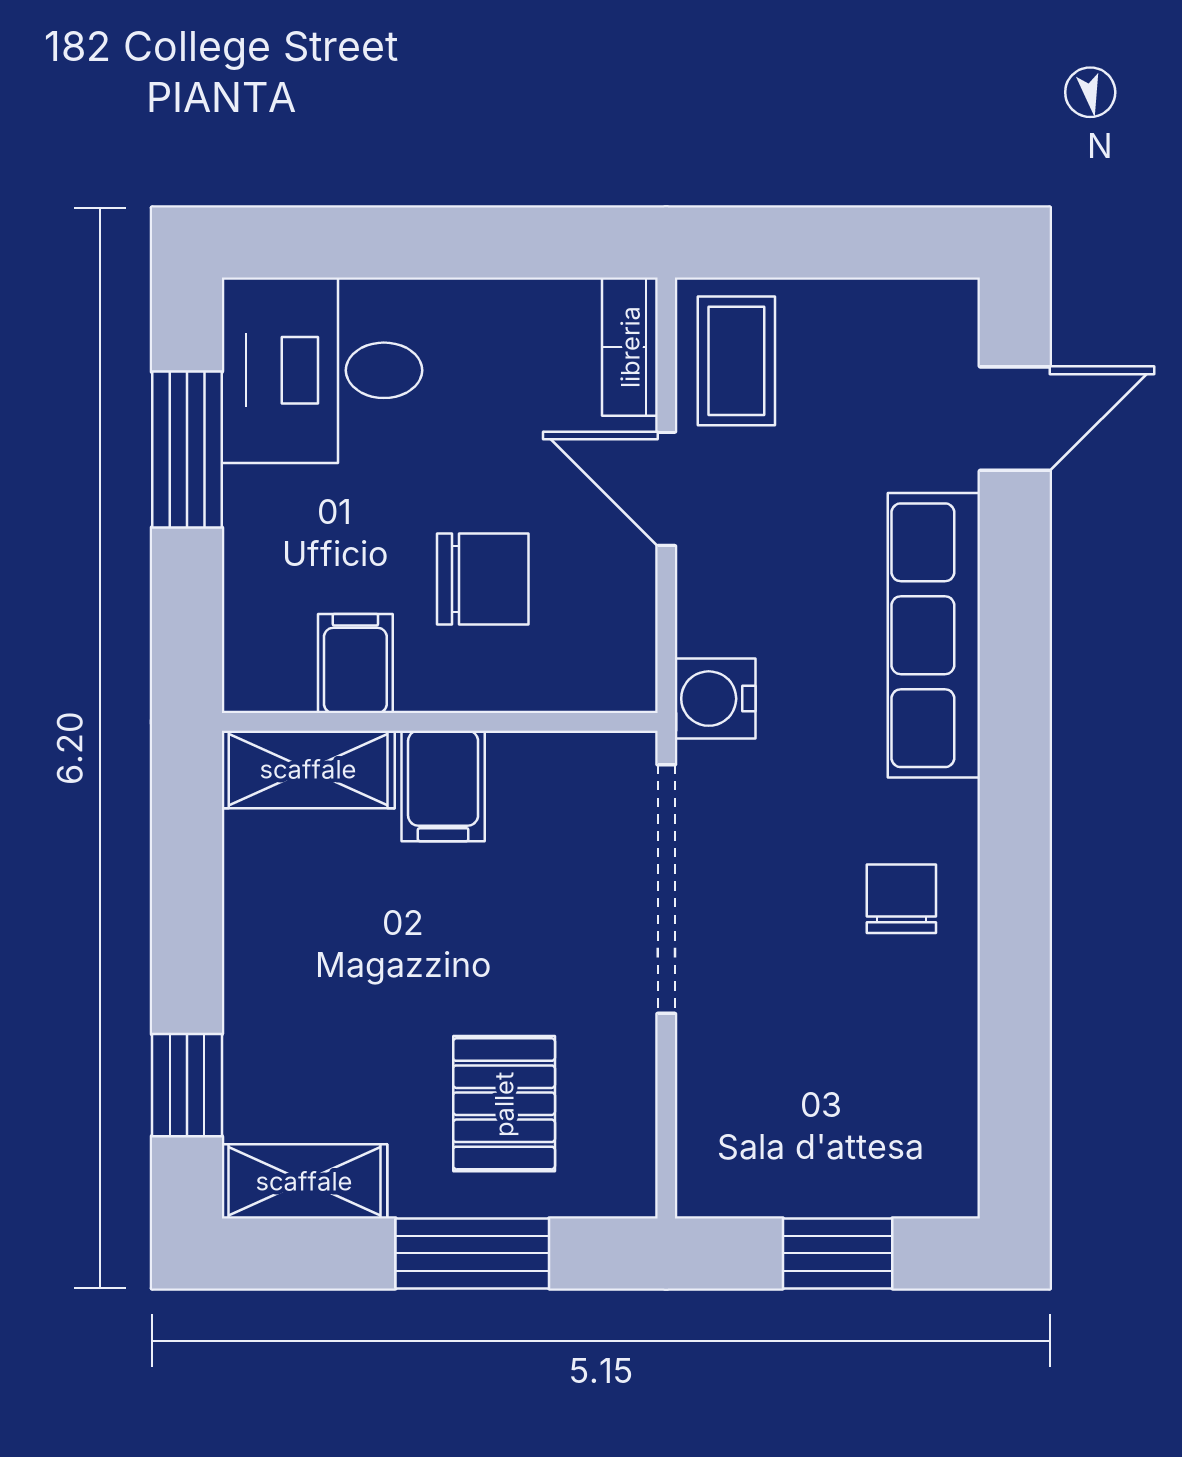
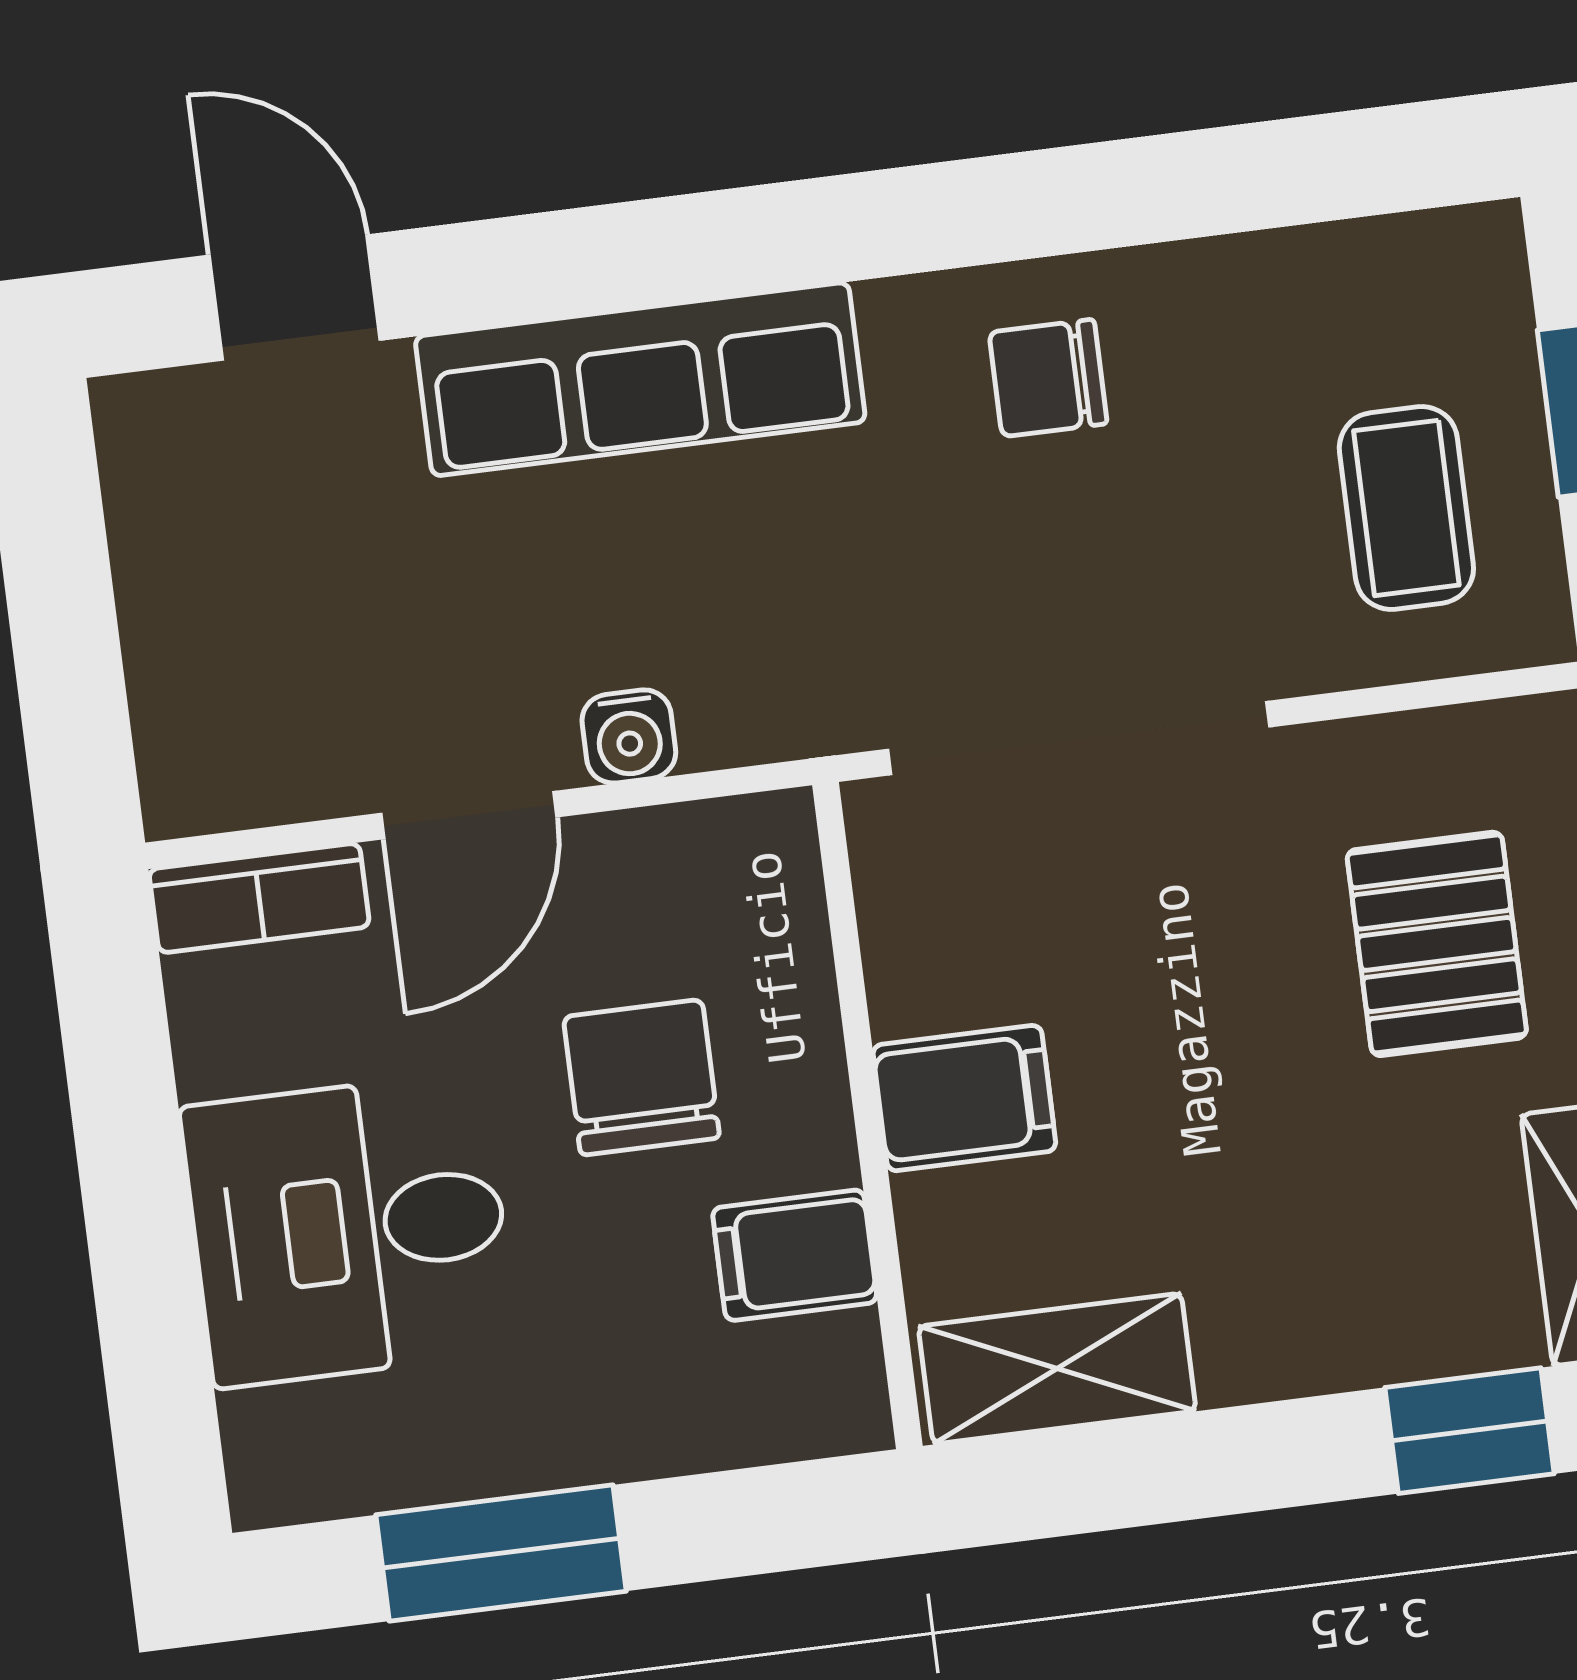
coffee table: (736, 361) -> (1406, 508), moved, turned 90
desk: (322, 370) -> (349, 1229), moved, turned 90
water cooler: (715, 699) -> (629, 736), moved, width x0.72, depth x0.72
shelving: (308, 769) -> (1057, 1369), moved, turned 90
pallet: (504, 1104) -> (1437, 944), turned 90

